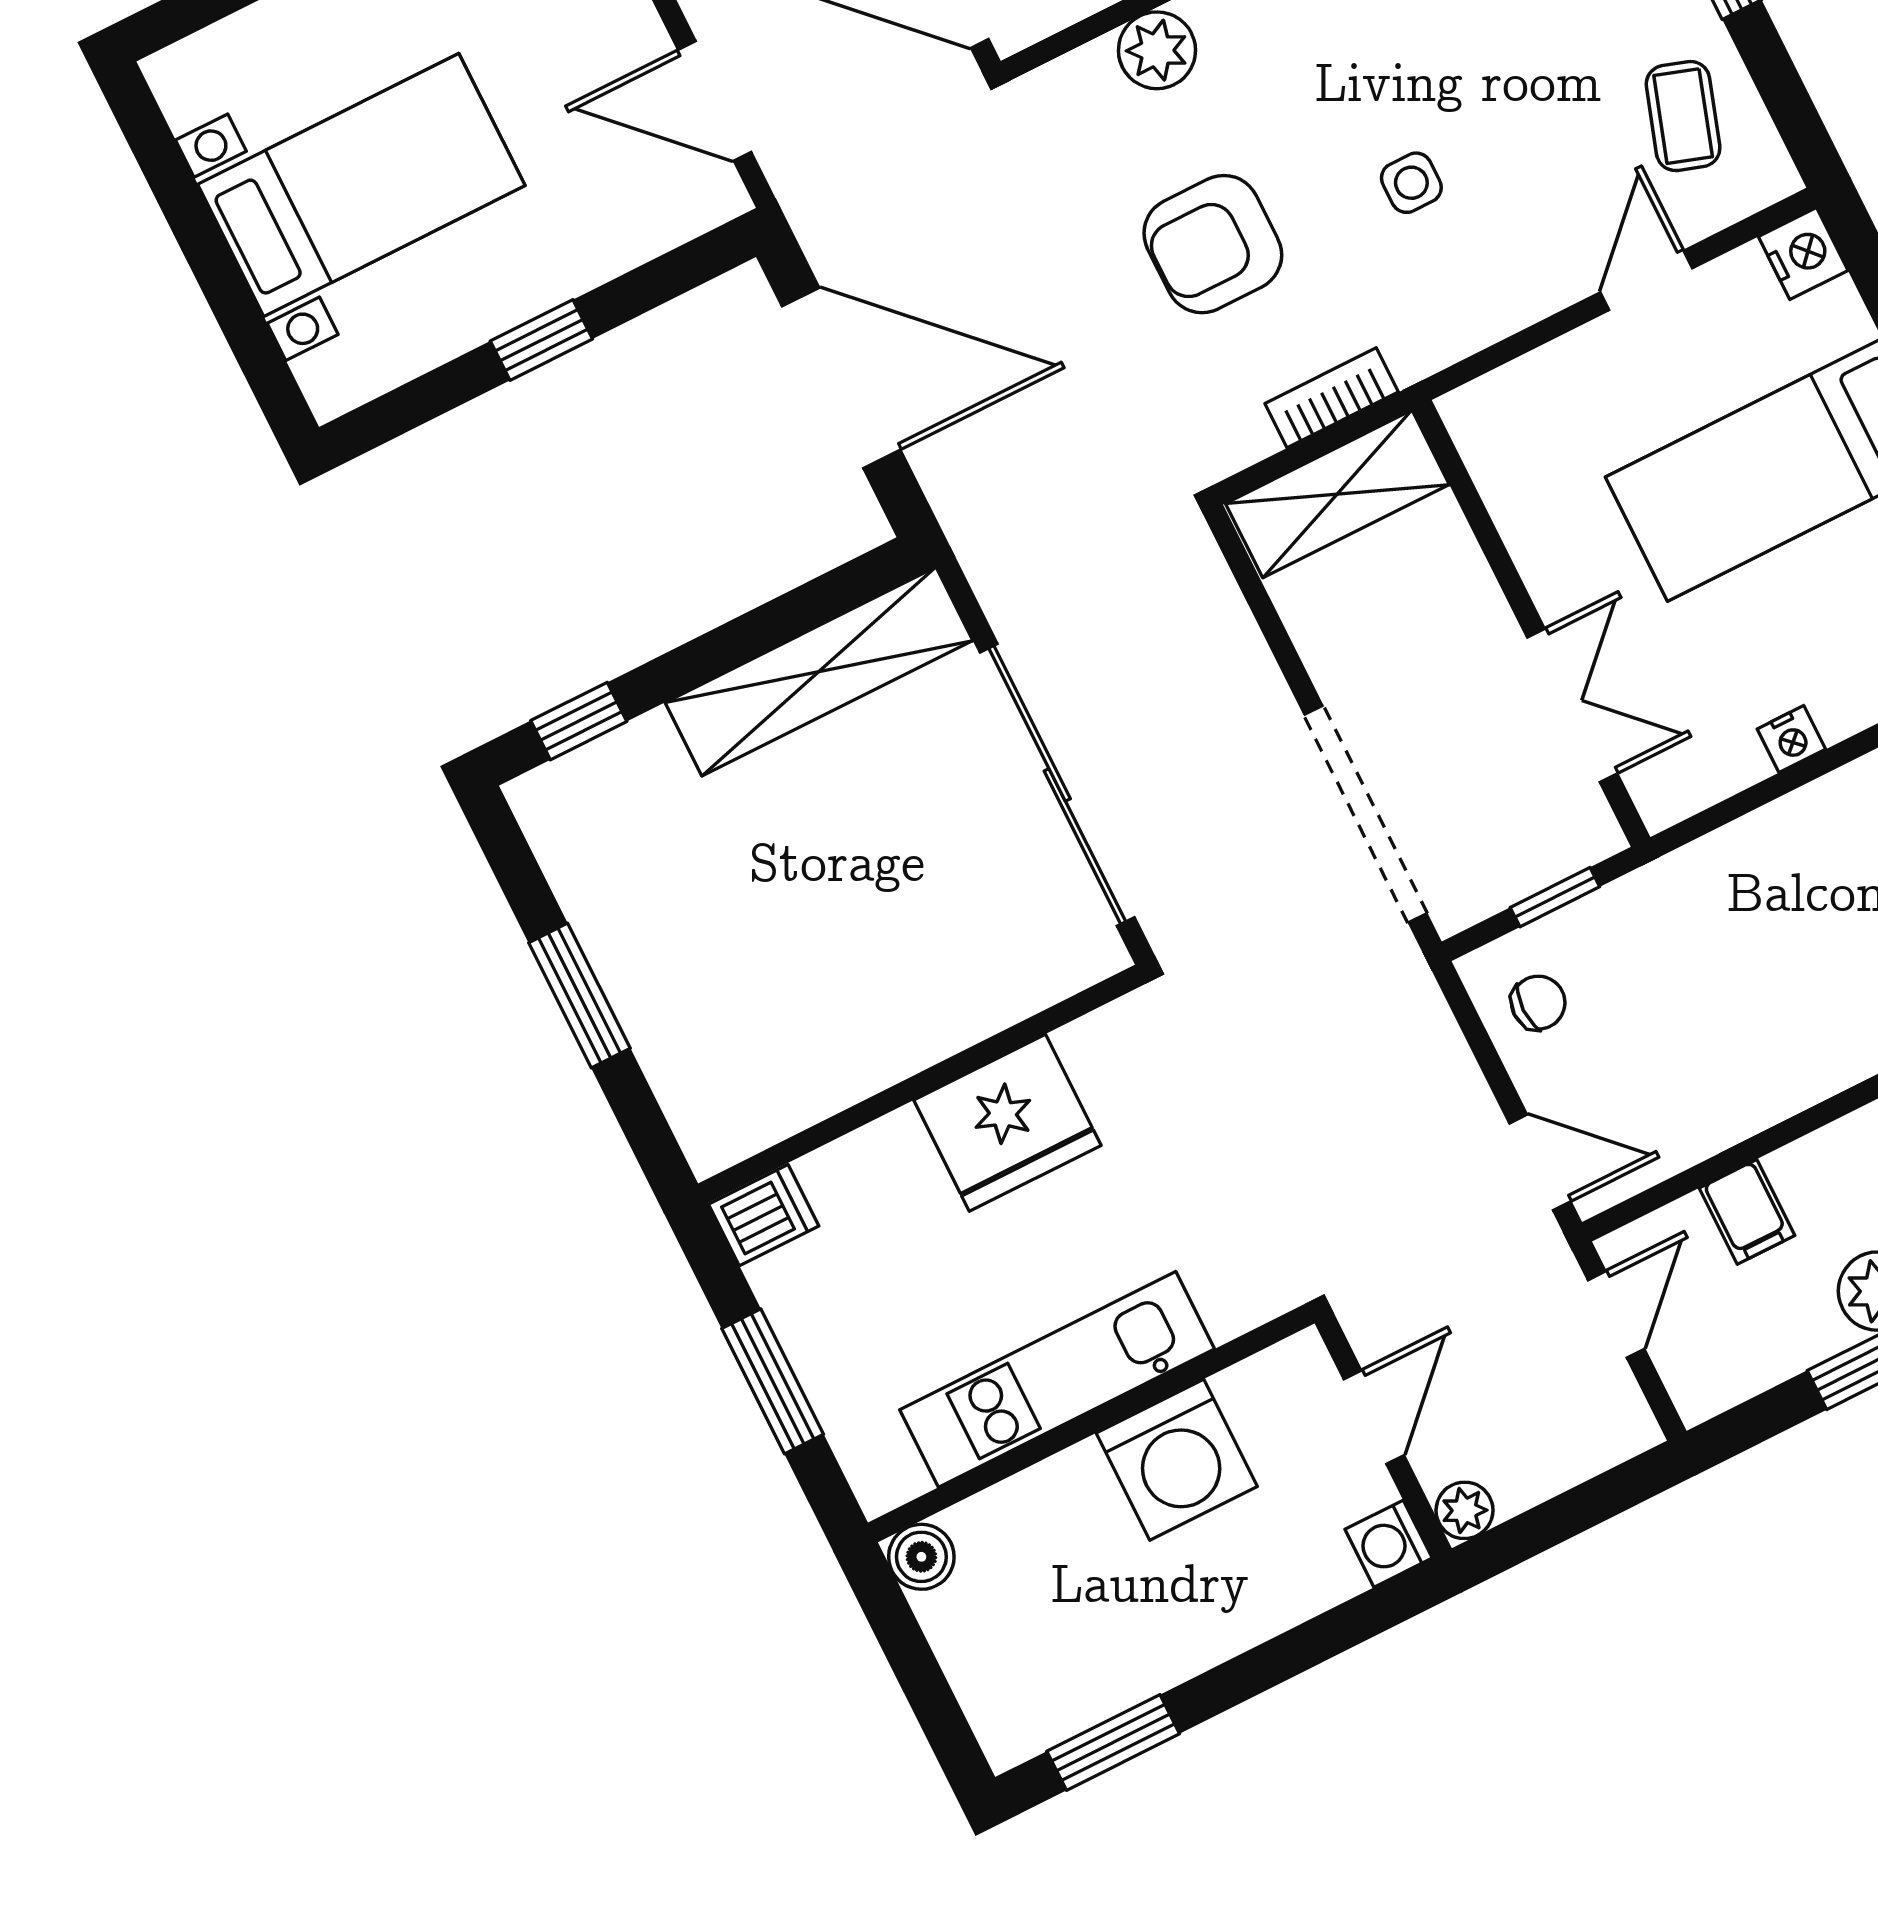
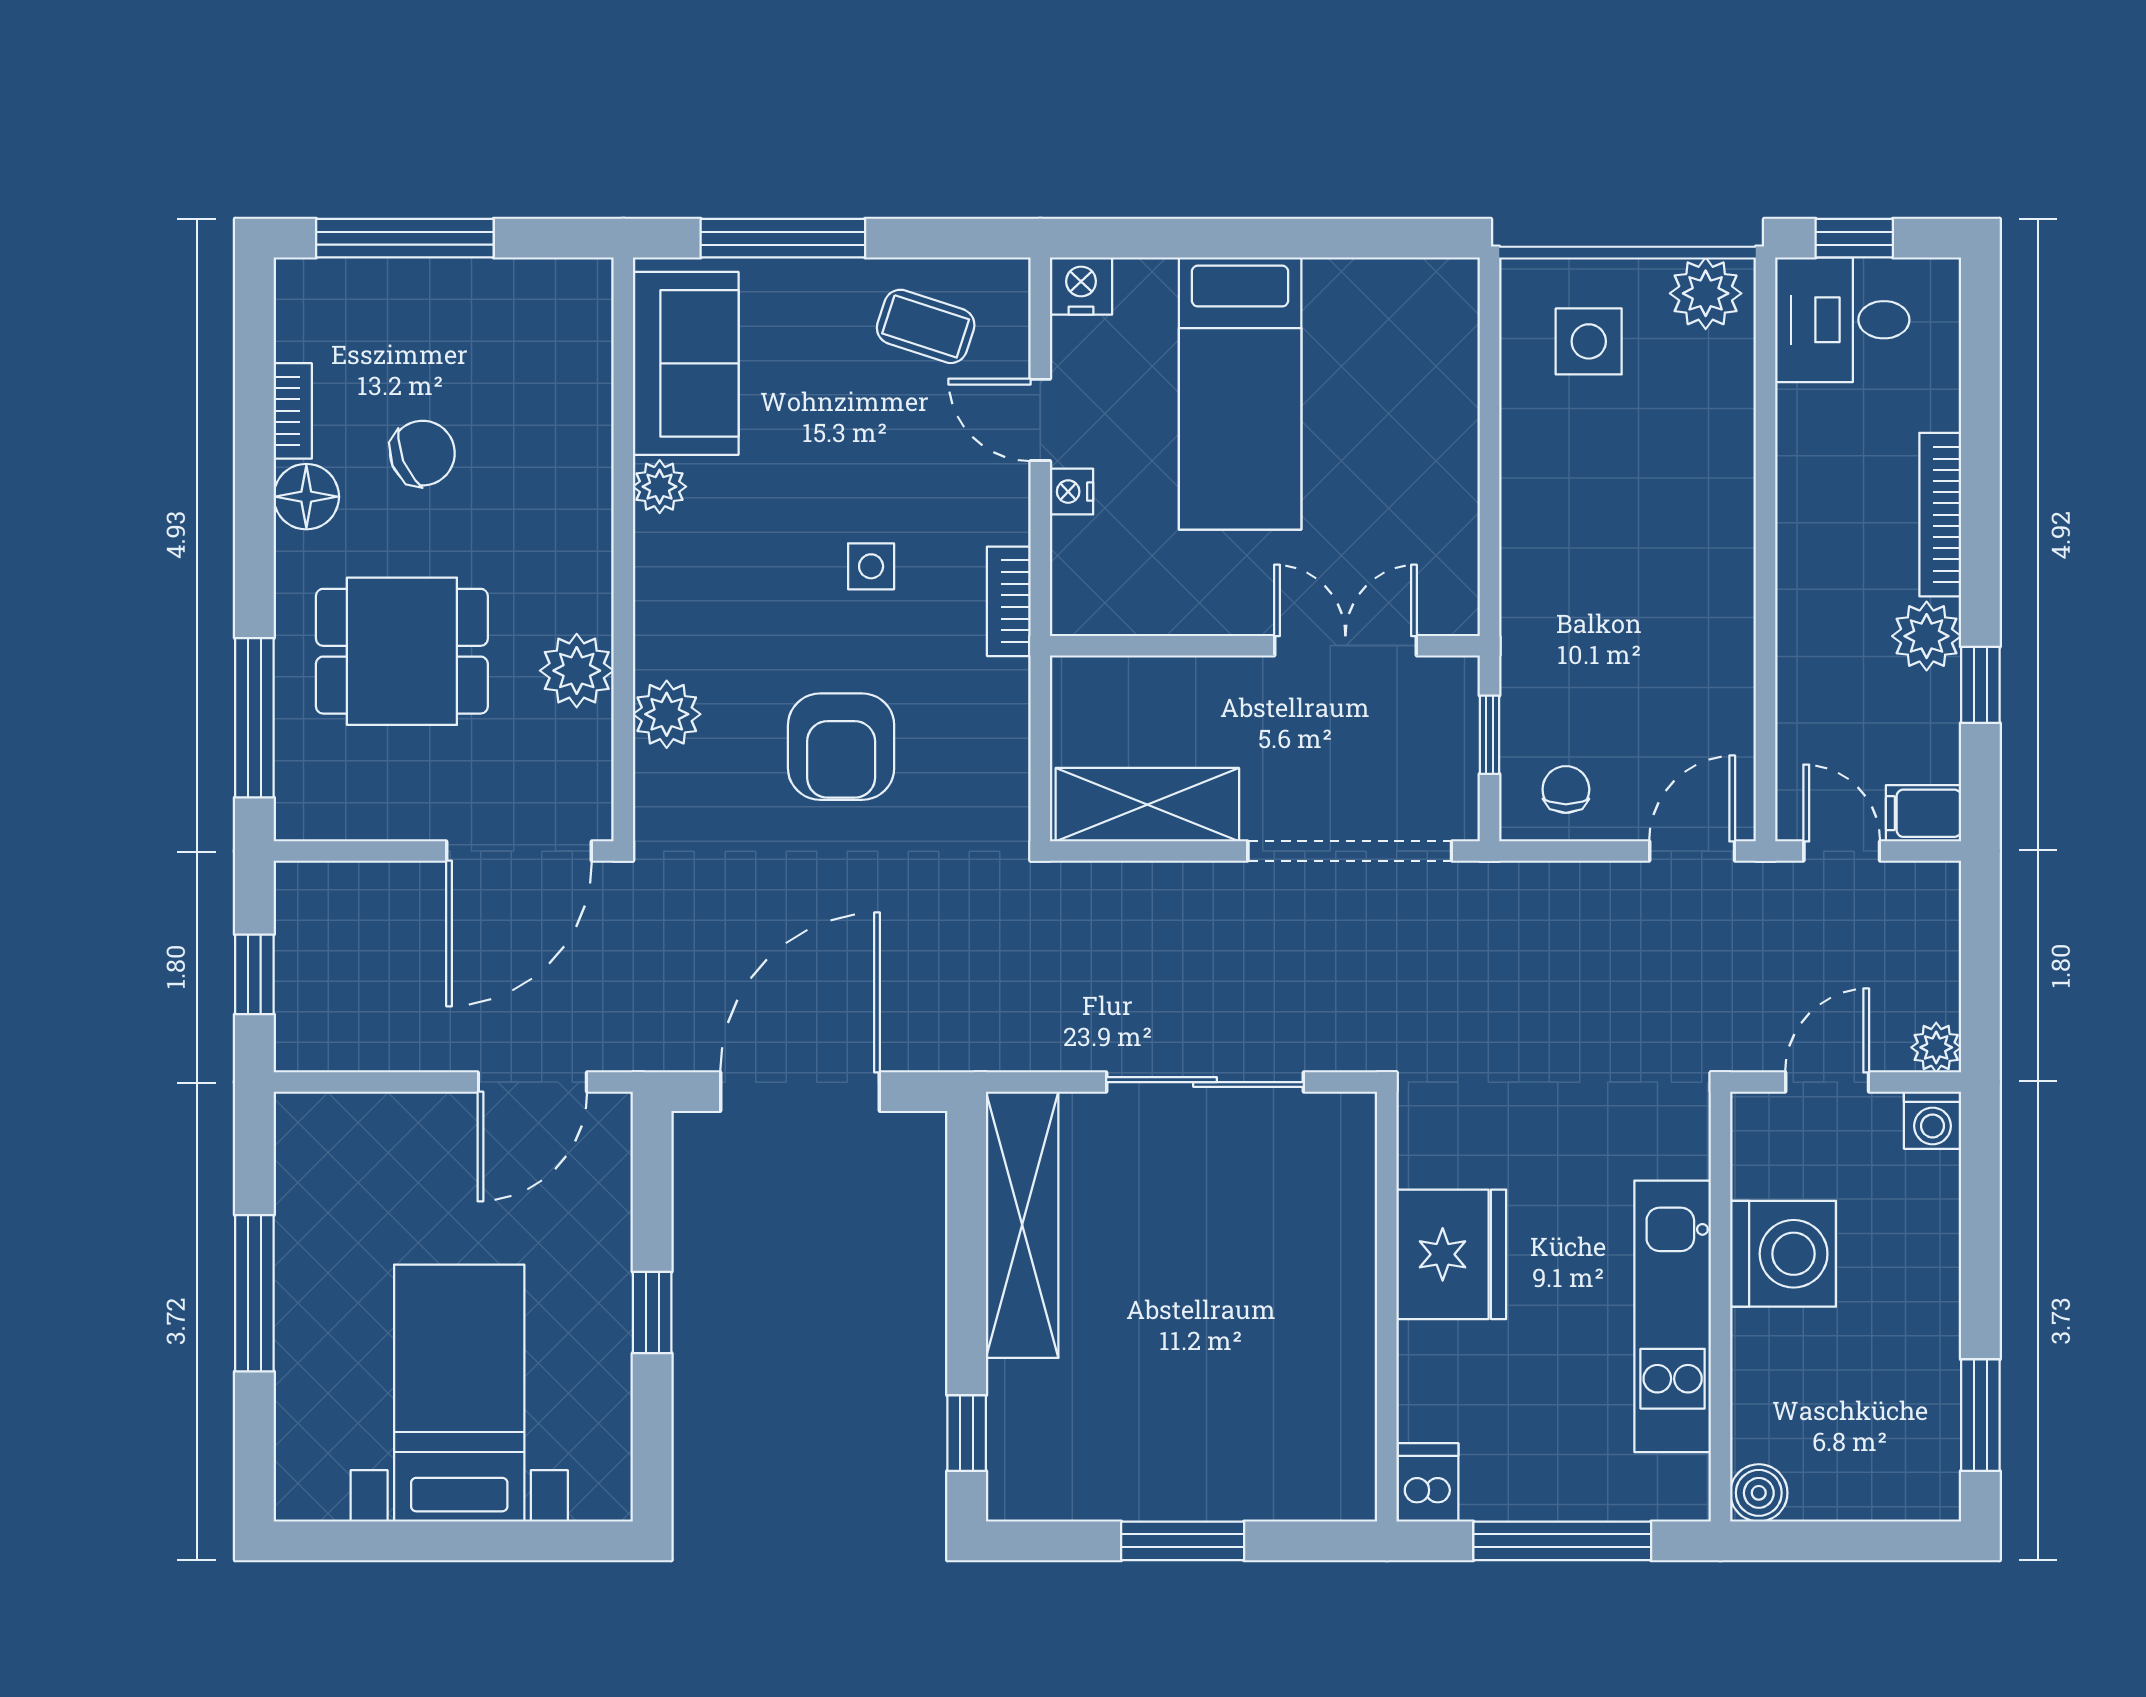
bookcase: (1332, 398) -> (1009, 601), moved
shelving: (1337, 494) -> (1147, 805), moved, turned 90
nightstand: (1791, 739) -> (1072, 492), moved, turned 180
sliding door: (1057, 785) -> (1205, 1082), width x0.73
filing cabinet: (1747, 1212) -> (1924, 813), moved, turned 180
window: (773, 1381) -> (1562, 1541), width x1.44
door: (1374, 1417) -> (1827, 1082), hinge flipped

